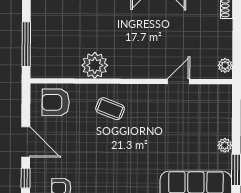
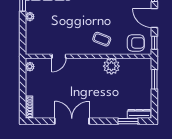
window: (26, 44) -> (154, 79), width x0.69
window: (26, 102) -> (154, 43), added

